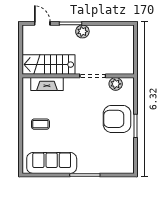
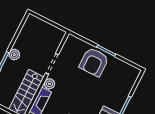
plant: (116, 84) -> (49, 84), moved

